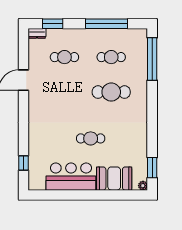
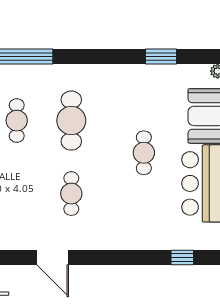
cafe table: (64, 57) -> (71, 194), moved
window: (152, 168) -> (161, 56), moved

